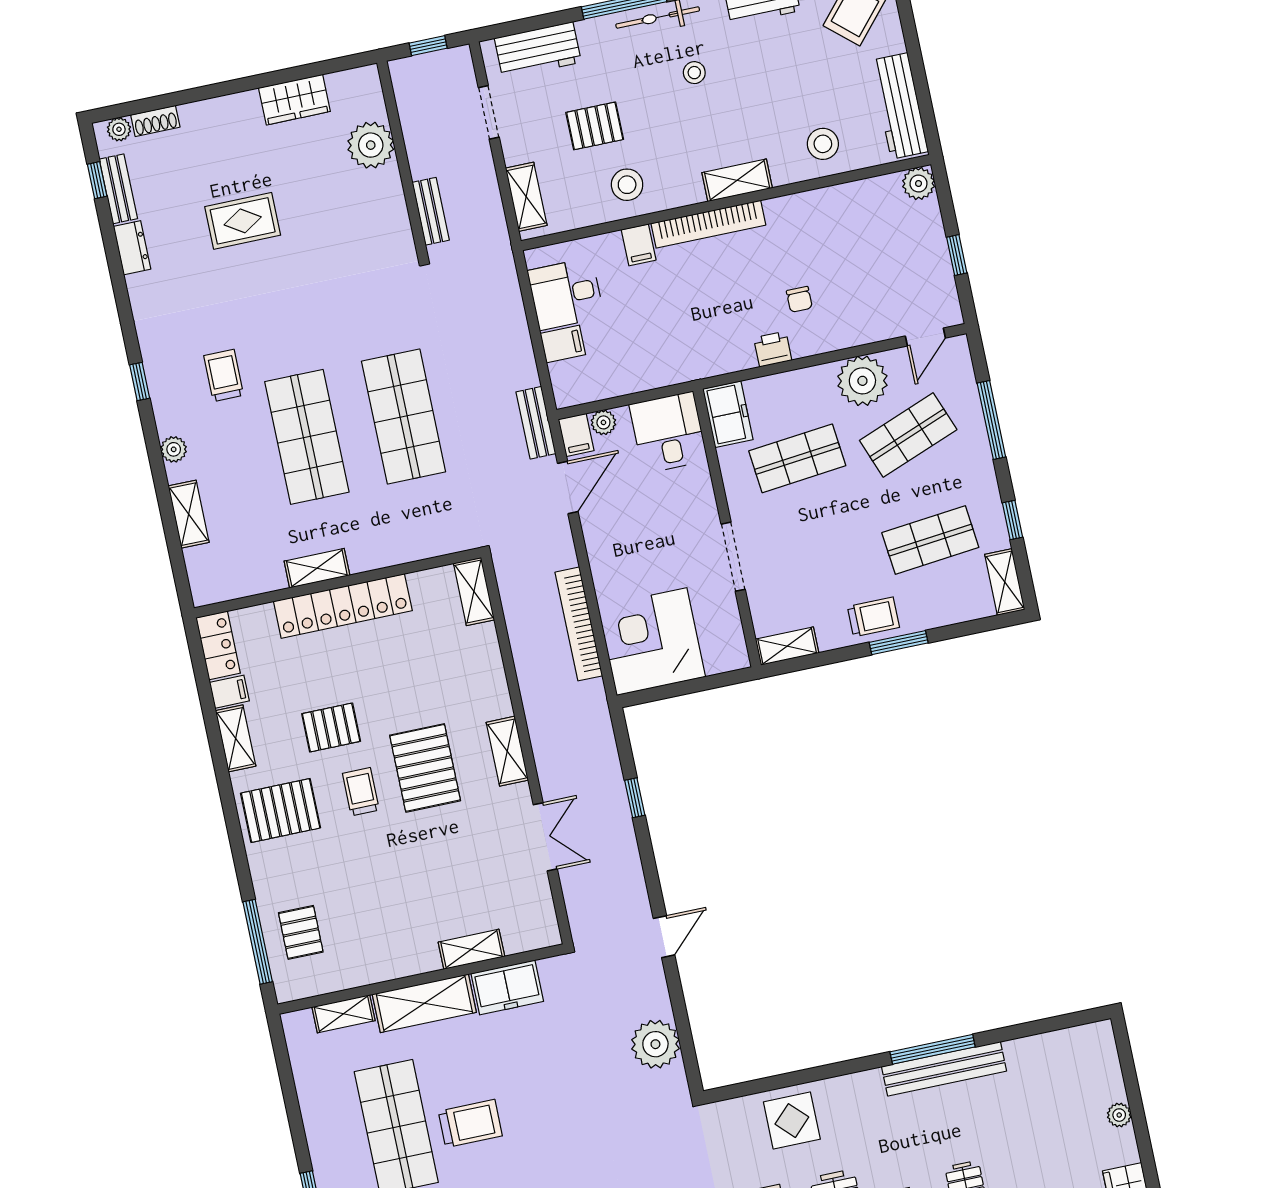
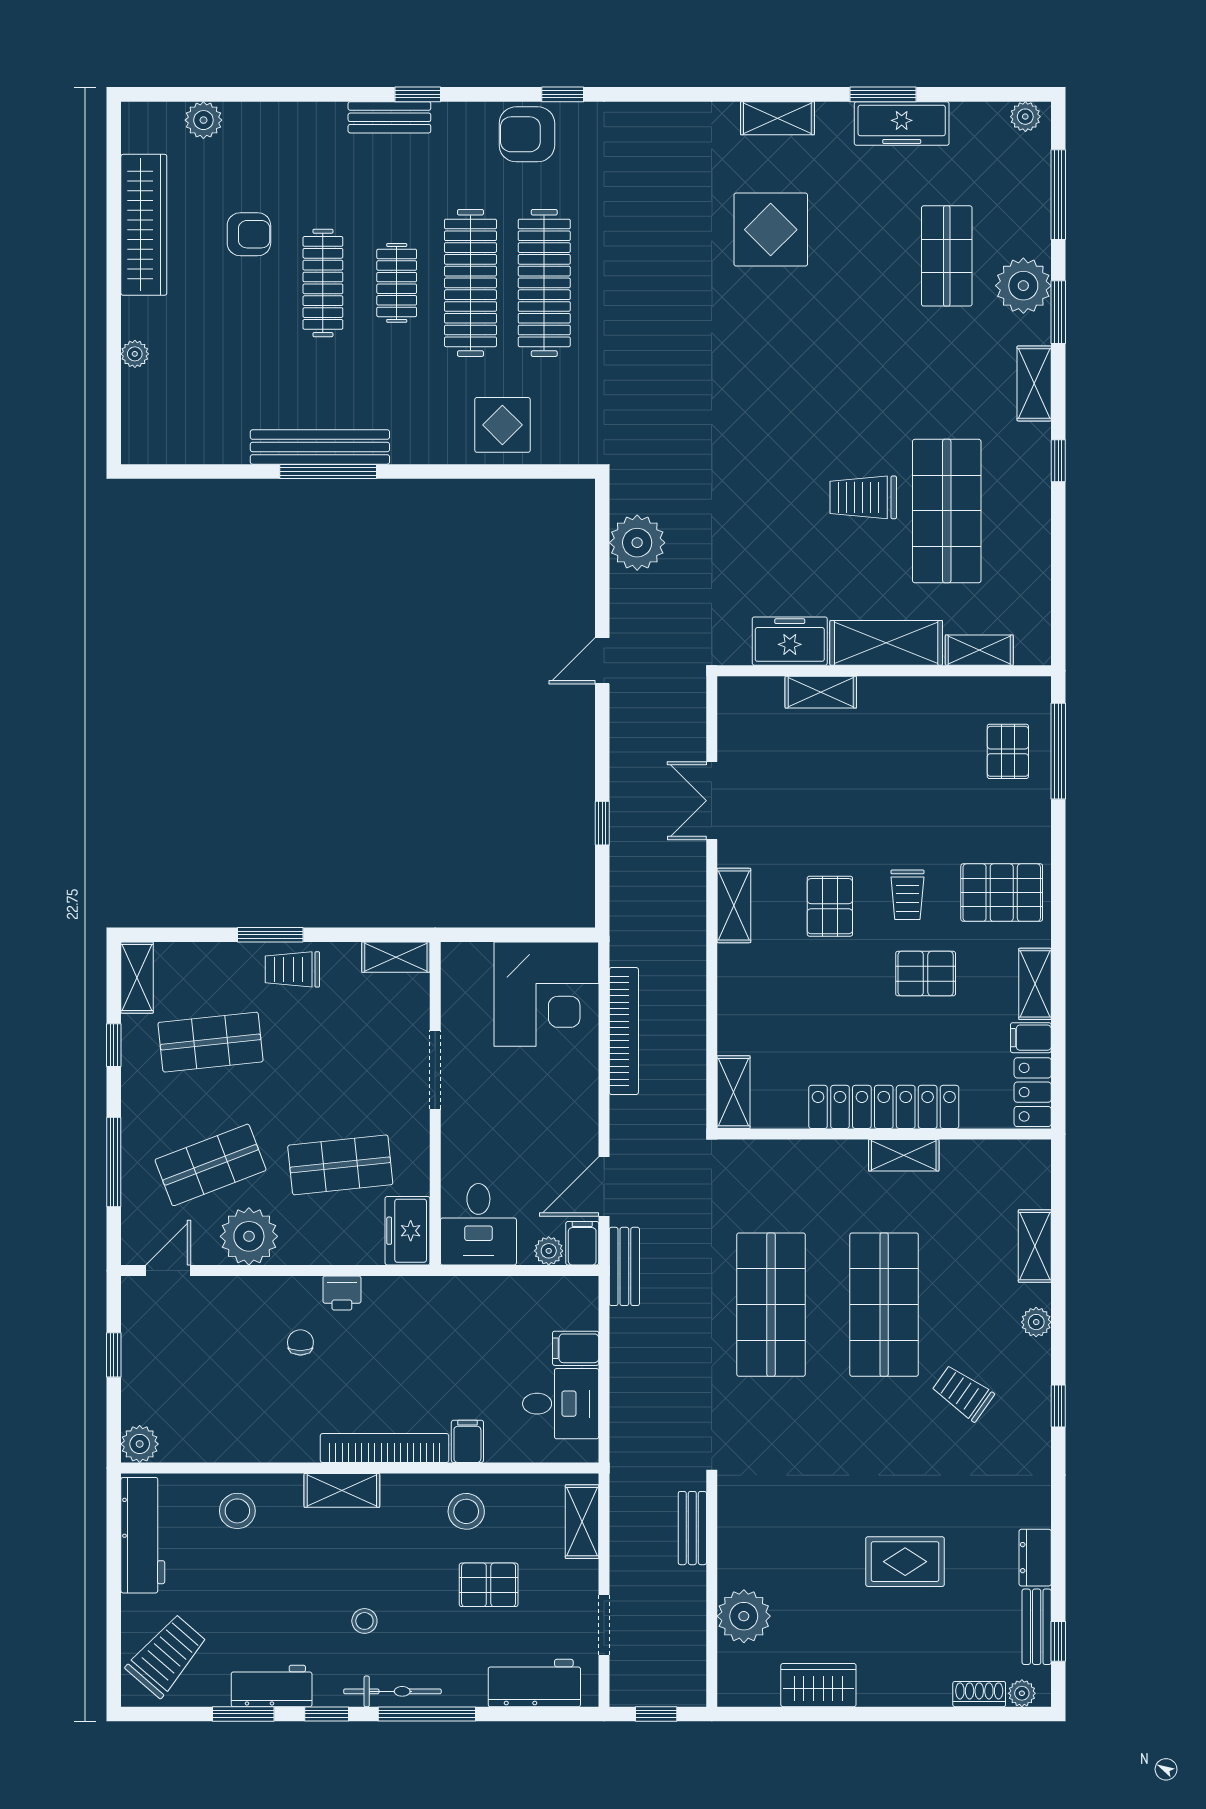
trolley: (224, 375) -> (963, 1393), turned 125
pallet: (425, 768) -> (830, 906), width x0.67, depth x0.71

